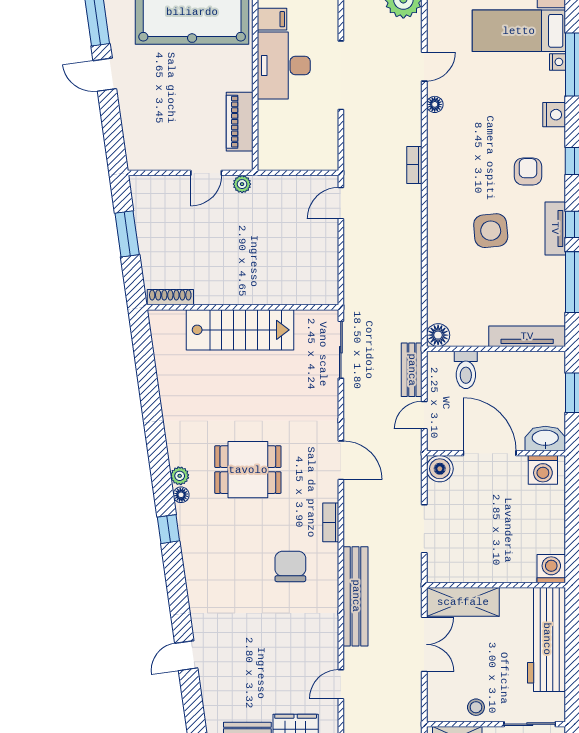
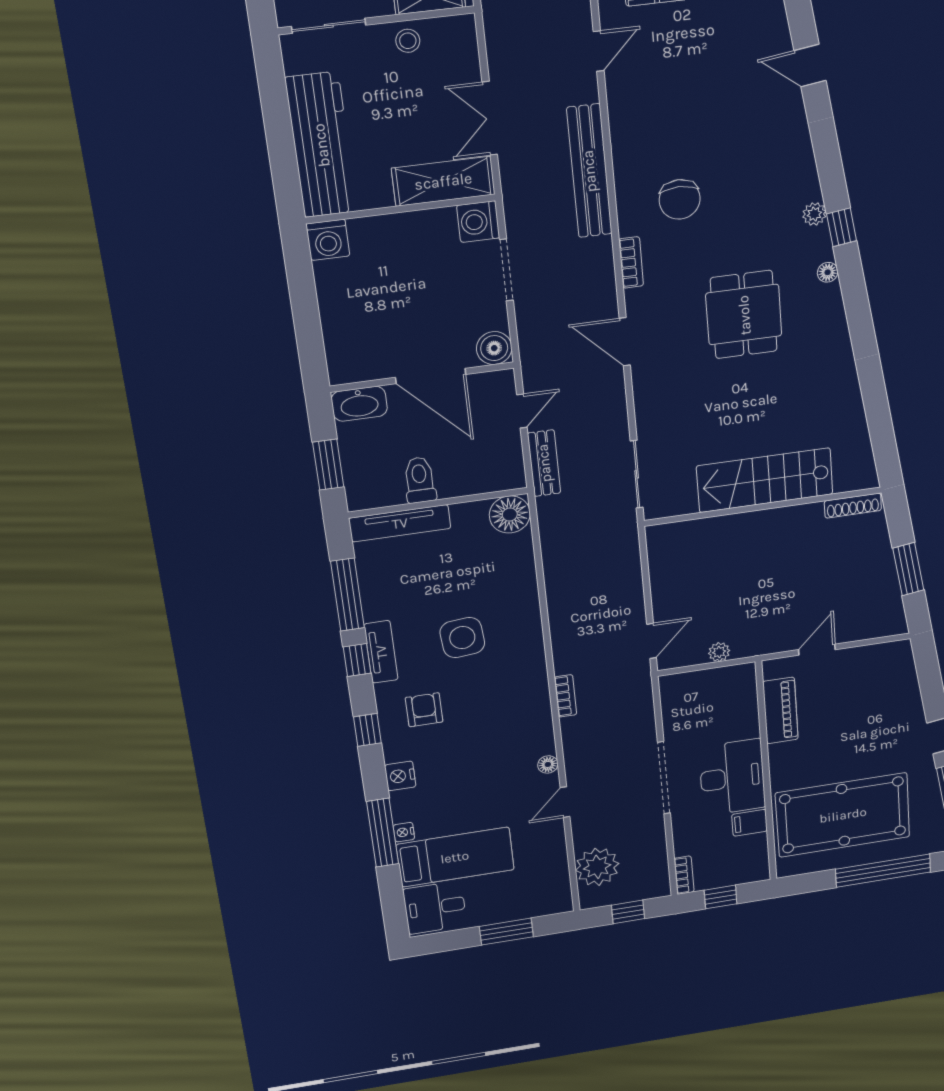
armchair: (528, 171) -> (424, 710), turned 180
plant: (242, 184) -> (719, 652), moved
floor lamp: (438, 335) -> (510, 514), width x1.38, depth x1.38
toilet: (466, 370) -> (420, 480), moved
dining table: (248, 470) -> (744, 315), turned 90
washing machine: (543, 470) -> (478, 222), moved, turned -90
plant: (180, 476) -> (814, 214), moved
door: (186, 656) -> (810, 66), swing flipped

